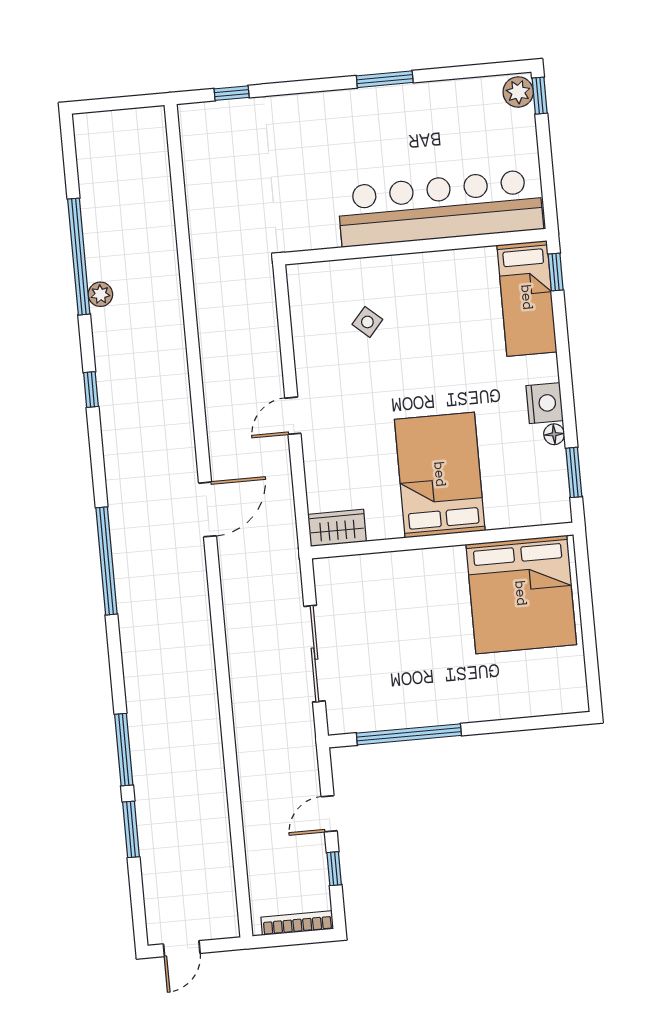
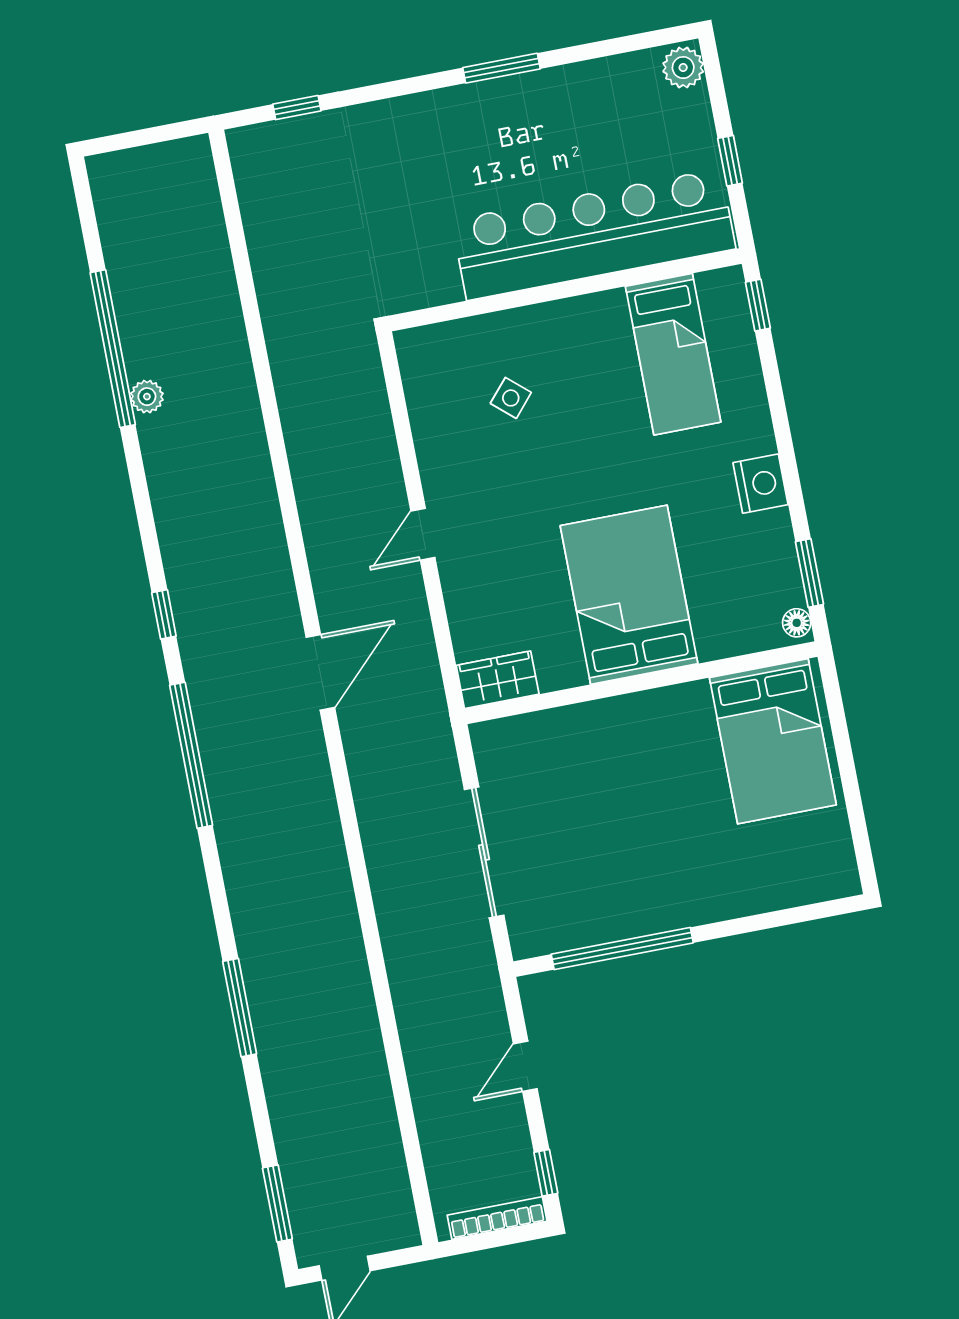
window: (540, 96) -> (730, 161), moved
bed: (527, 298) -> (673, 354), moved
window: (91, 390) -> (164, 614), moved
floor lamp: (554, 434) -> (797, 623), moved
bed: (521, 594) -> (773, 741), width x0.73
window: (131, 829) -> (277, 1203), moved
window: (334, 869) -> (546, 1173), moved

